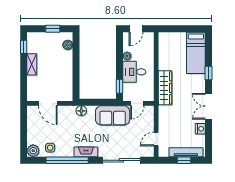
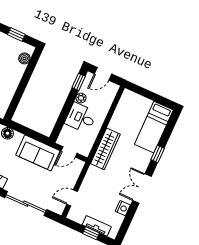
window: (119, 86) -> (79, 82), moved
tv unit: (186, 152) -> (97, 226), width x0.71

